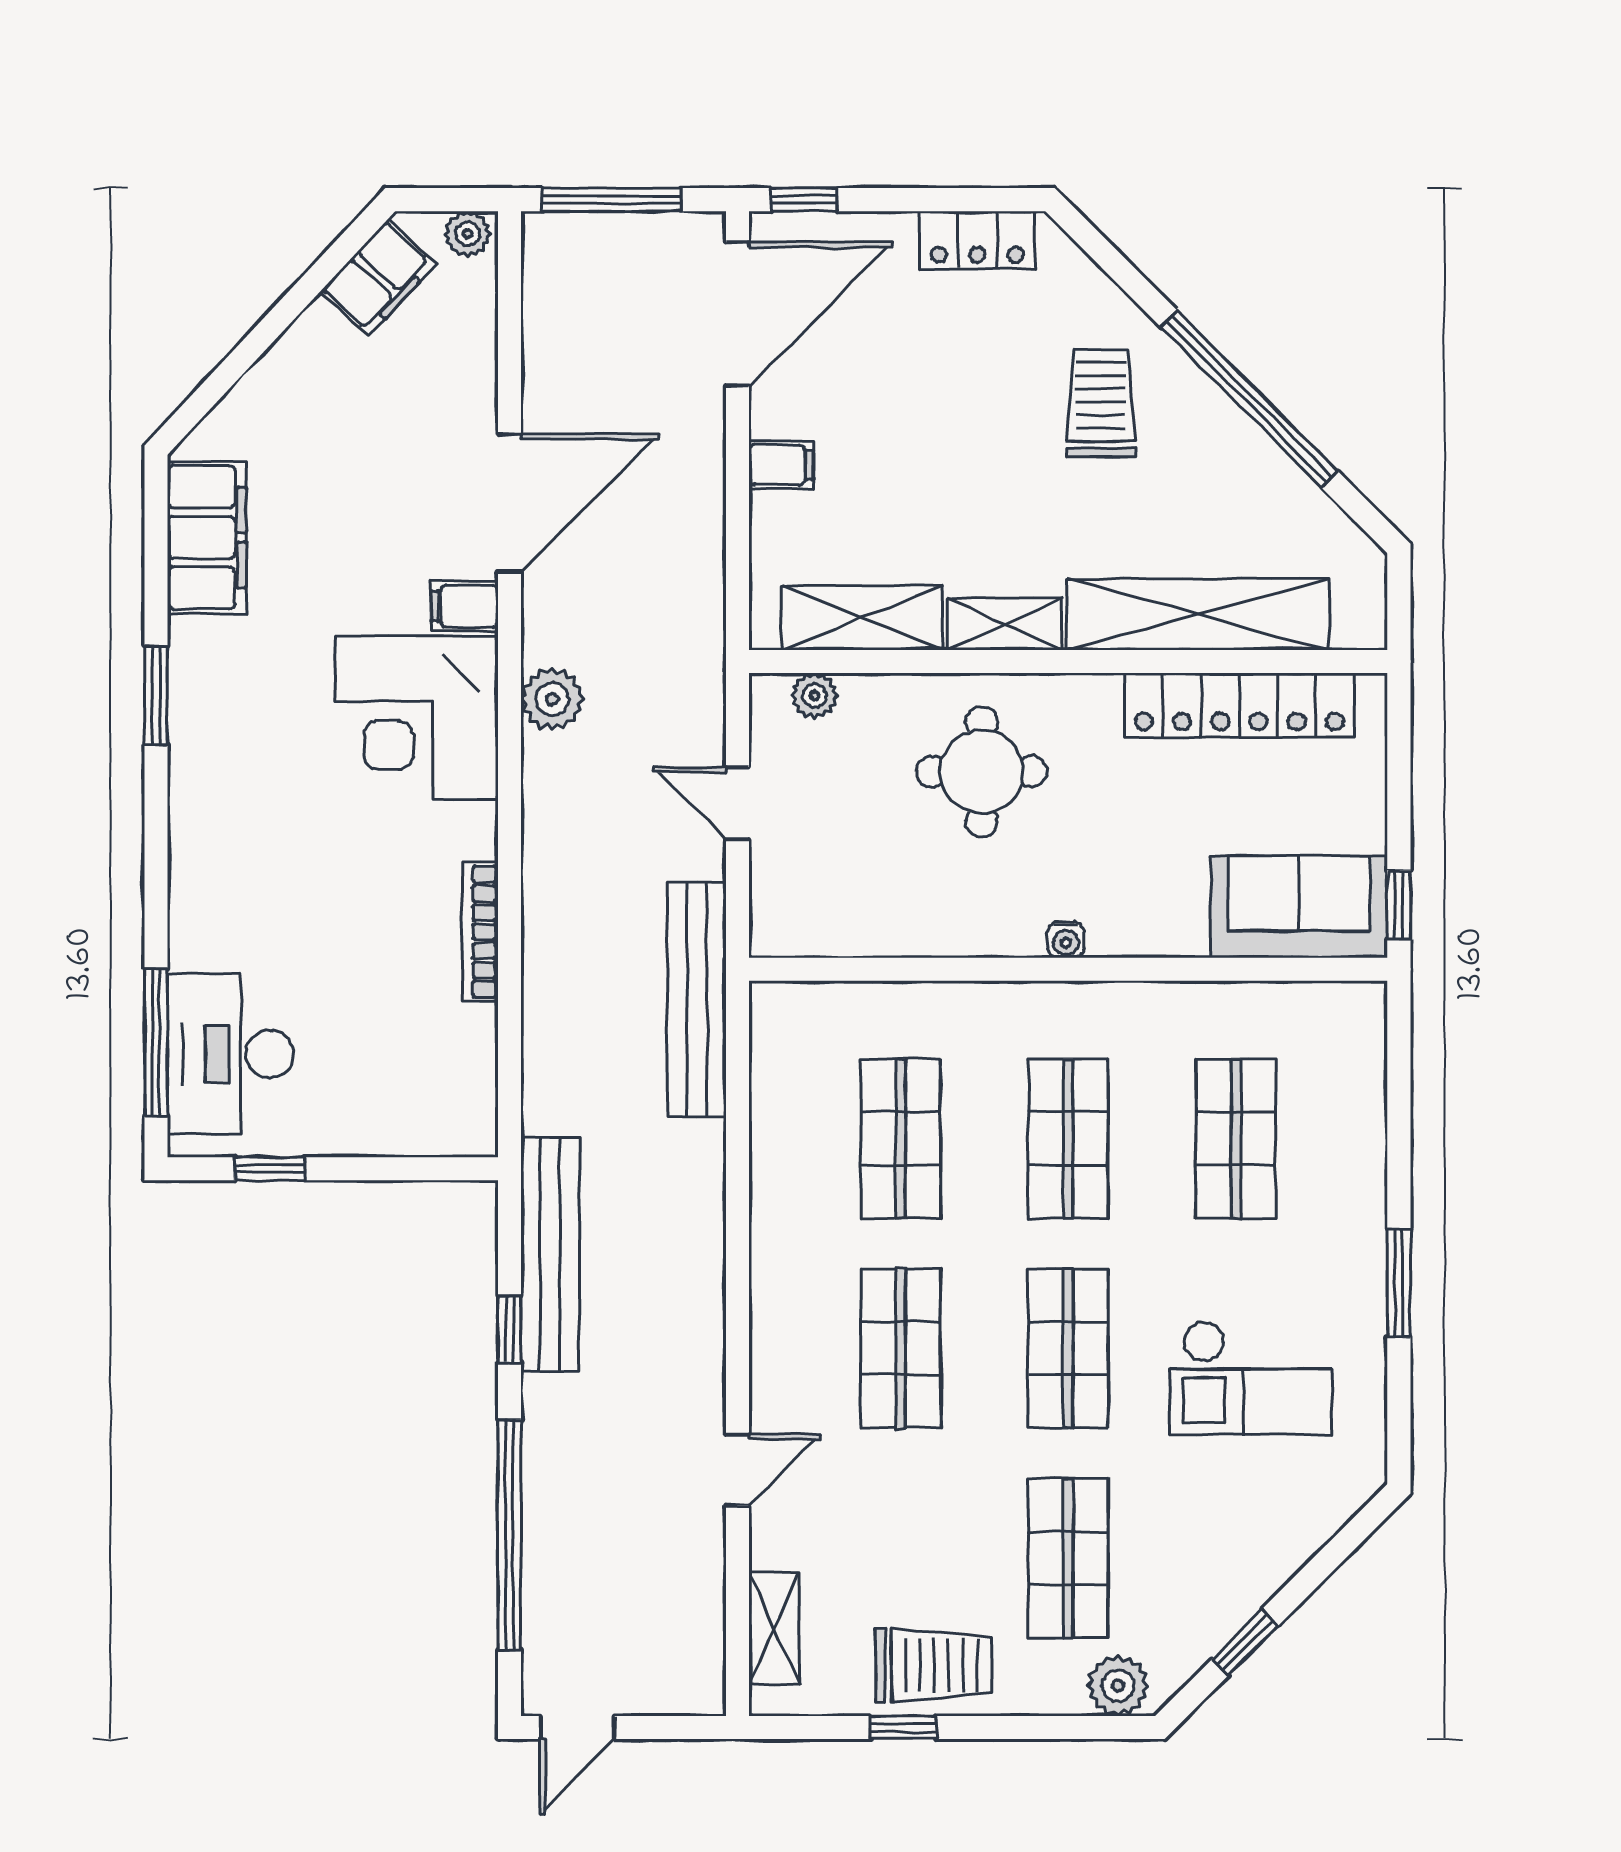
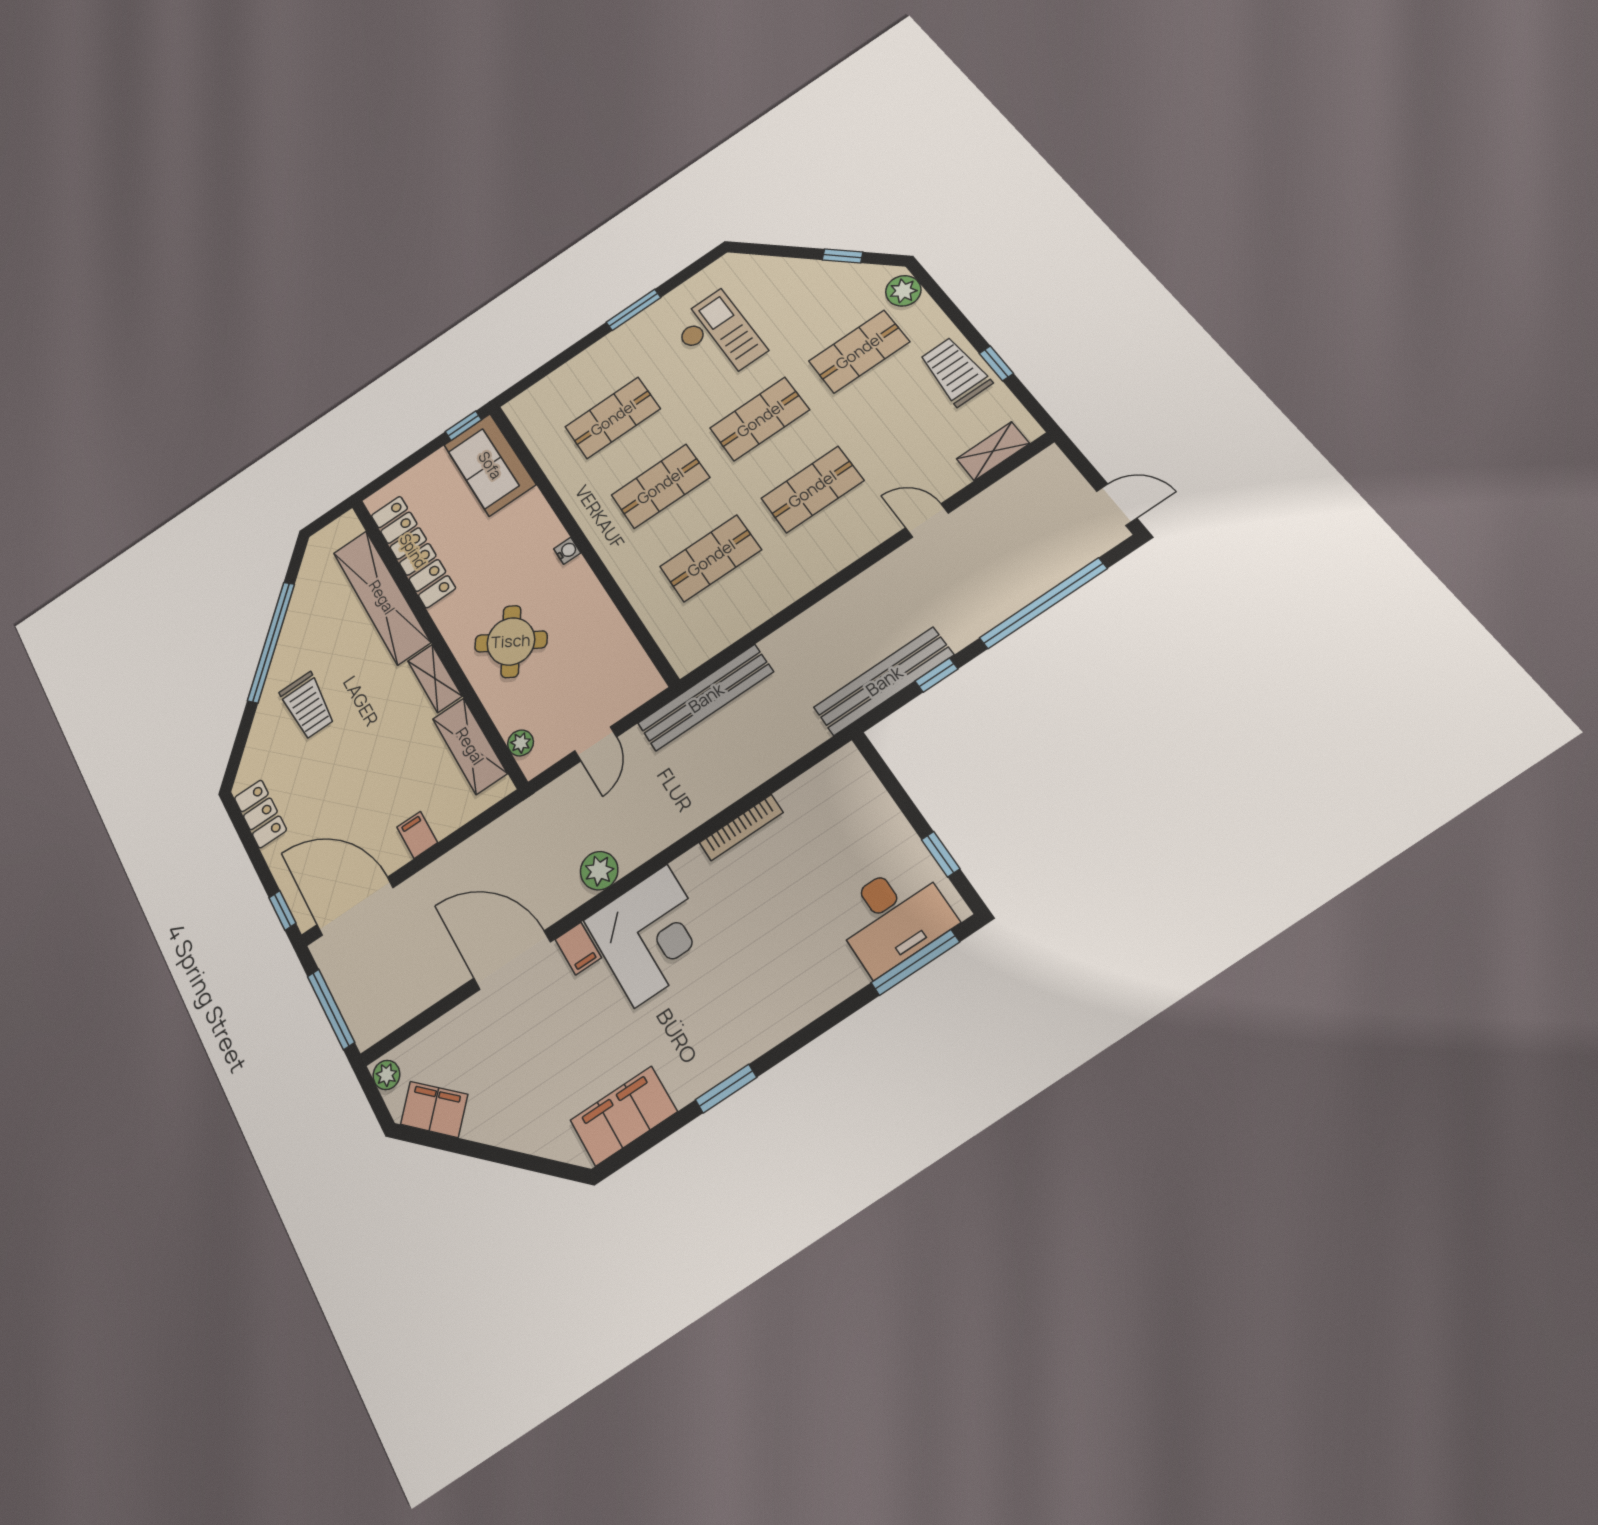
trolley: (1101, 403) -> (307, 706), turned -90
round table: (982, 772) -> (511, 641), turned 32

